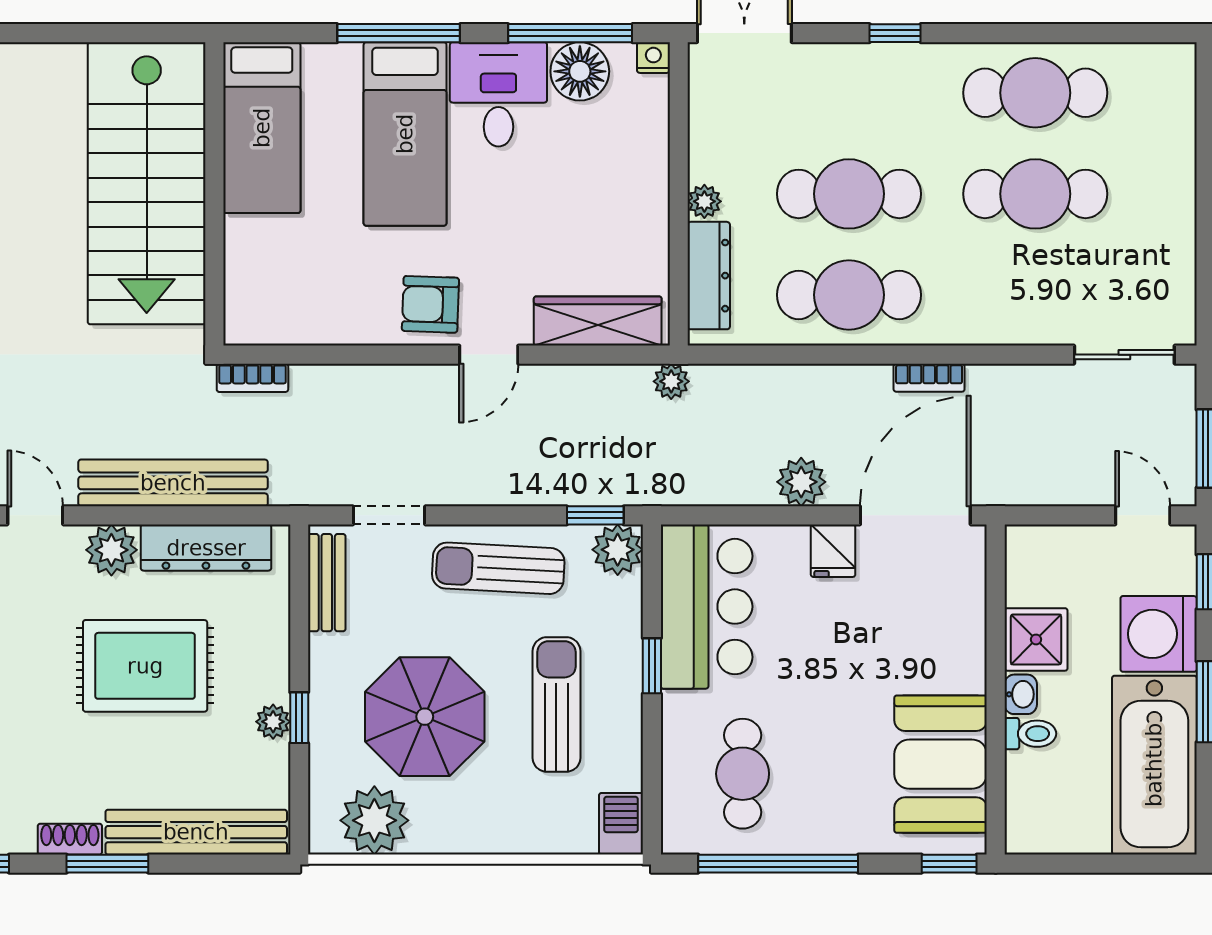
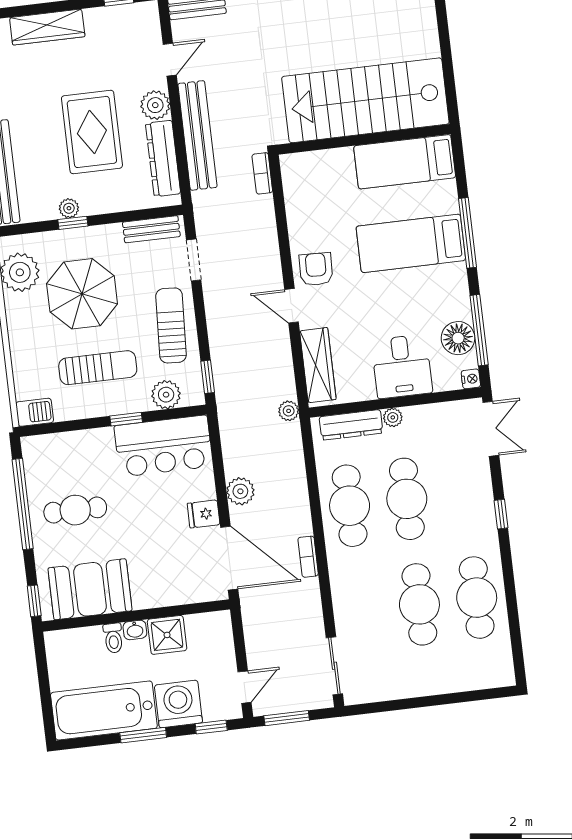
desk: (498, 94) -> (402, 366), moved, turned 90
plant: (618, 550) -> (166, 395), moved
cafe table: (743, 774) -> (75, 510), moved

